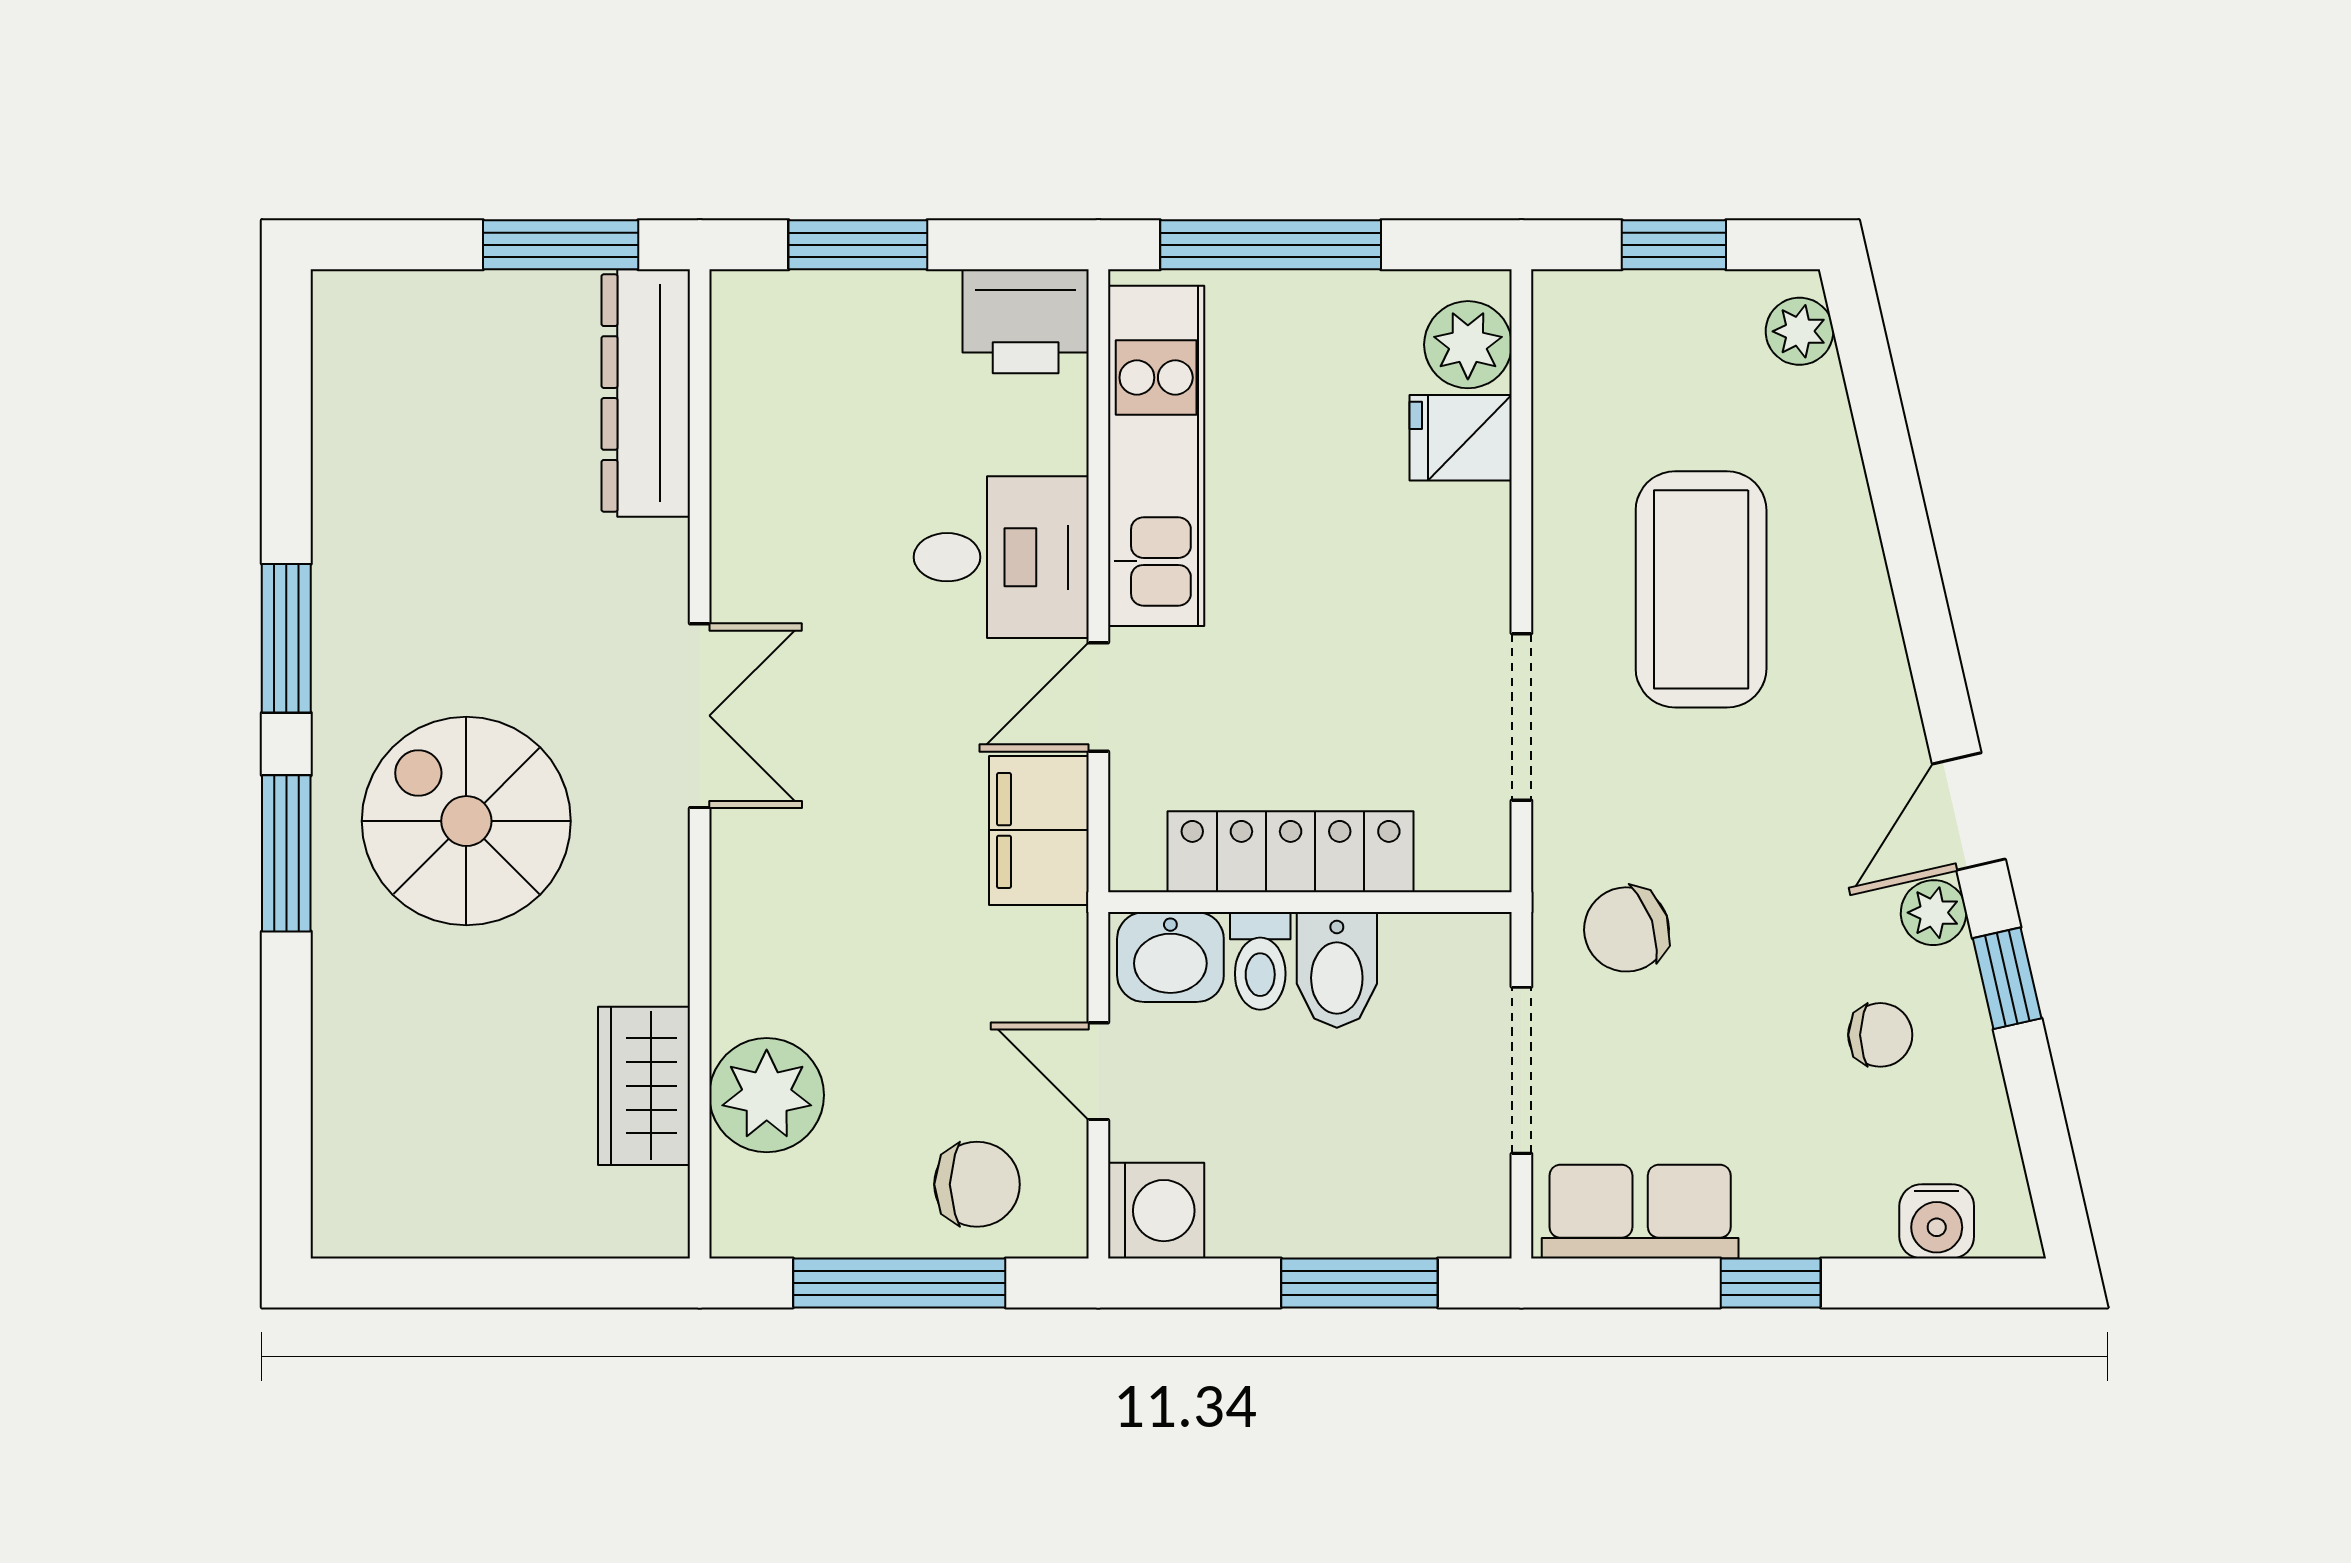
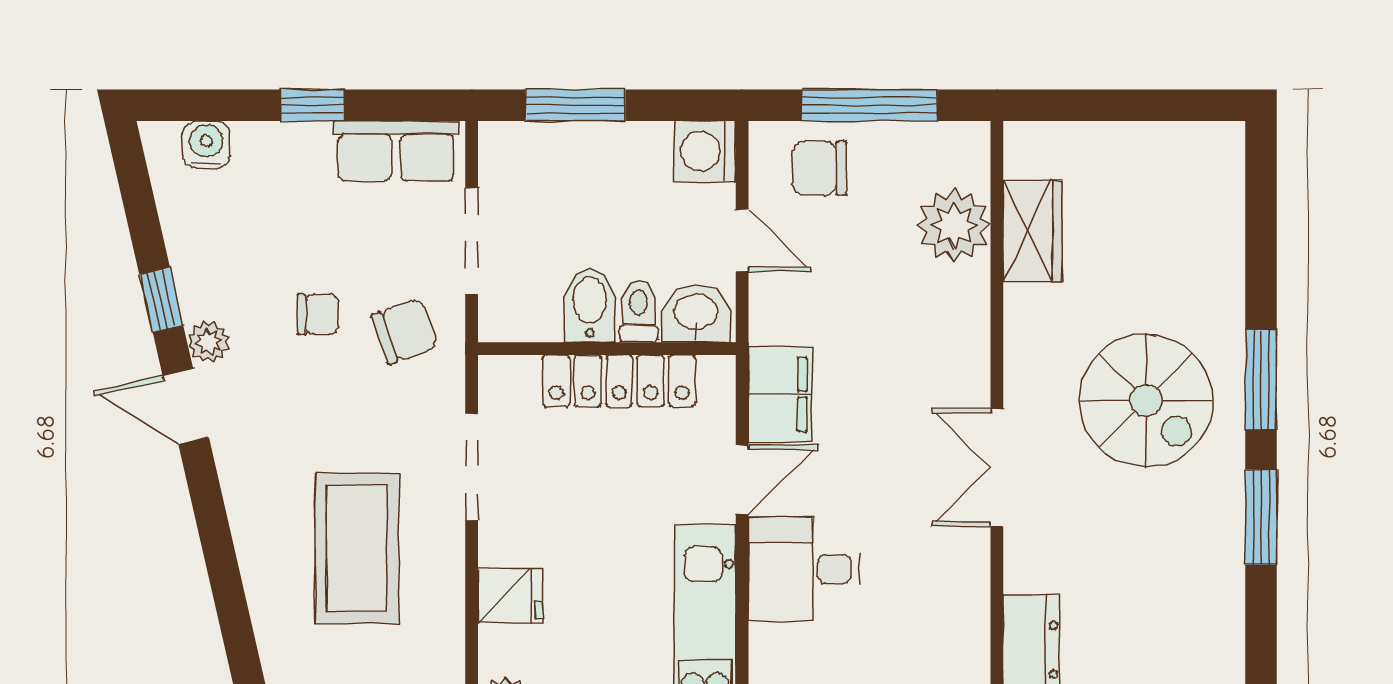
fridge: (1461, 438) -> (511, 596), moved
door: (1969, 811) -> (186, 406), swing flipped
chair: (1880, 1035) -> (318, 314), moved, turned 180

